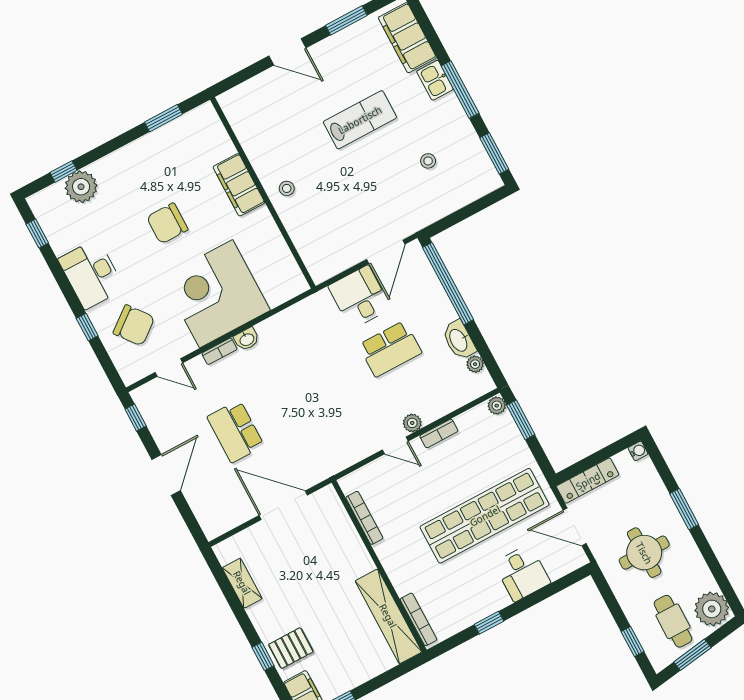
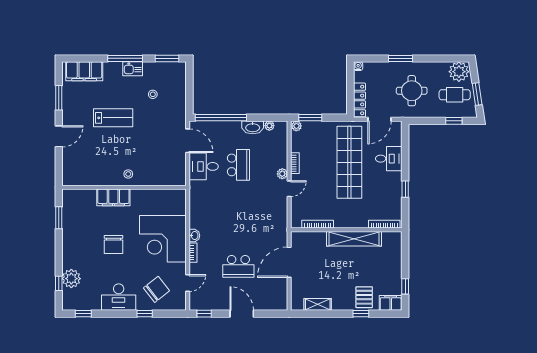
kitchen sink: (435, 80) -> (133, 69), moved
lab bench: (360, 120) -> (113, 118), turned 90
shelving: (388, 616) -> (354, 239), moved

